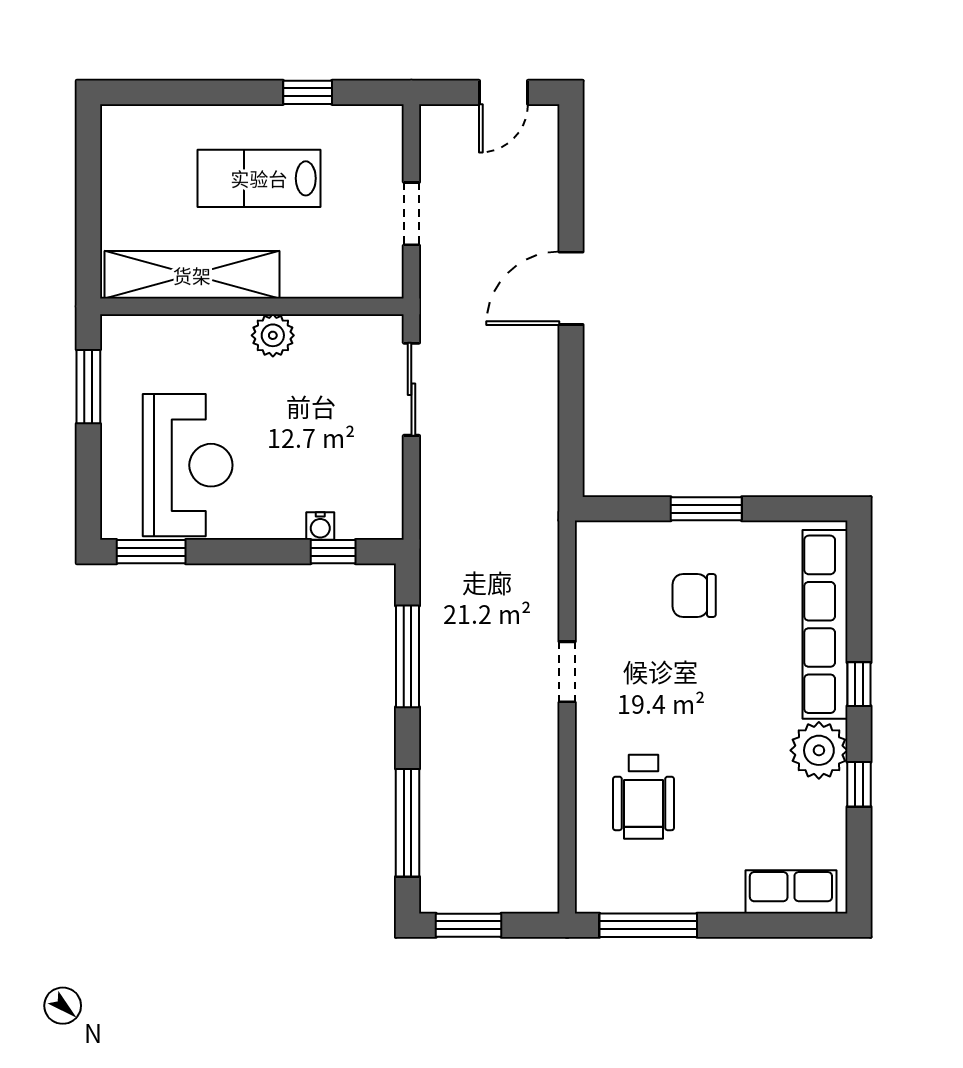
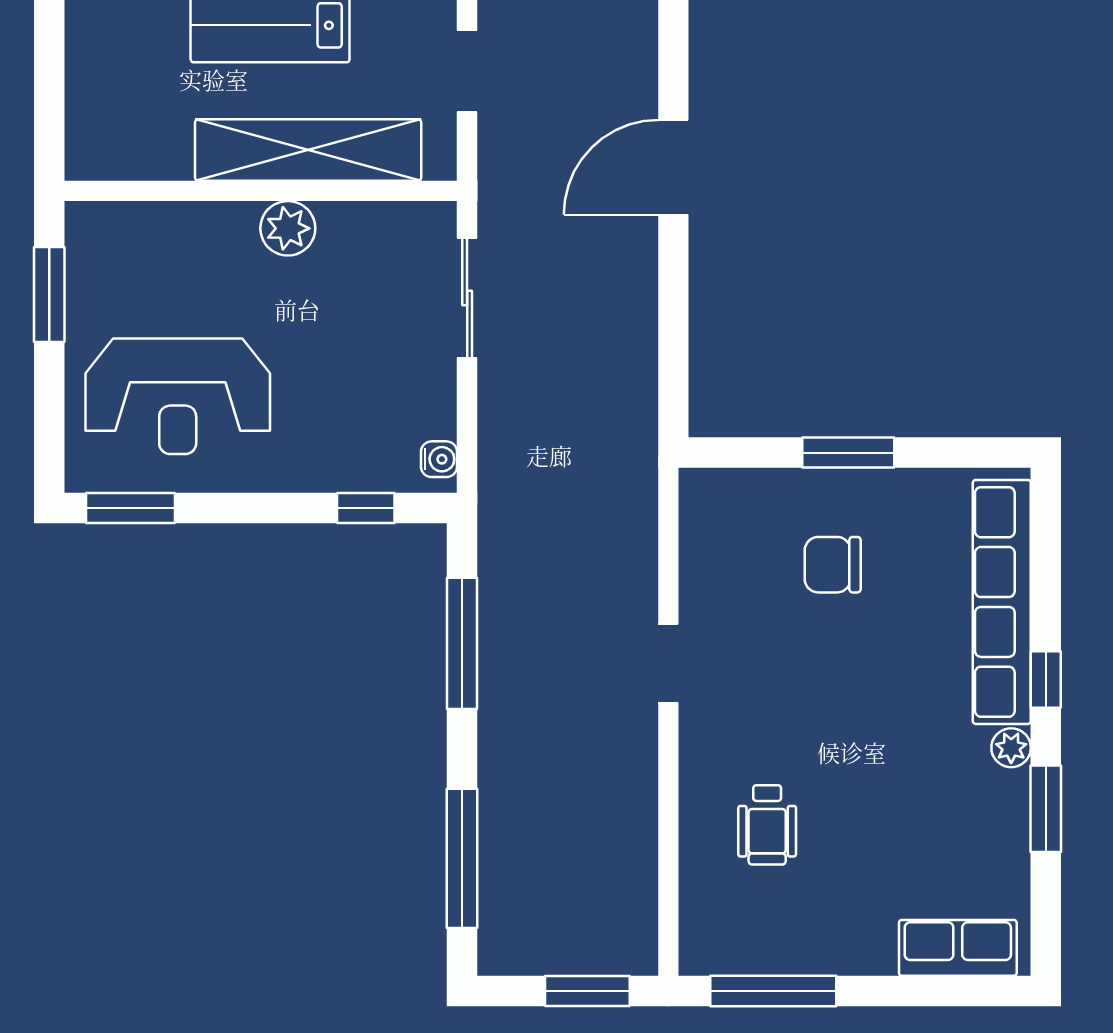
shelving: (192, 275) -> (308, 150), moved
reception desk: (188, 465) -> (178, 396), turned 90
water cooler: (320, 526) -> (439, 459), moved, turned -90
plant: (819, 750) -> (1011, 748), width x0.53, depth x0.53
window: (859, 784) -> (1046, 809), width x1.50
wheelchair: (643, 797) -> (767, 825), width x0.73, depth x0.73
window: (469, 925) -> (587, 991), moved

